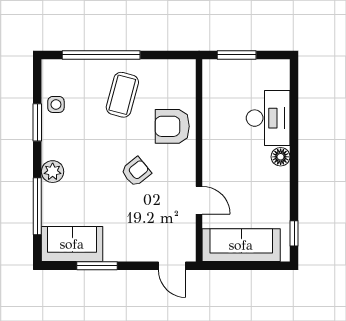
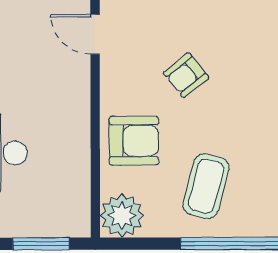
plant: (181, 74) -> (122, 216), added

